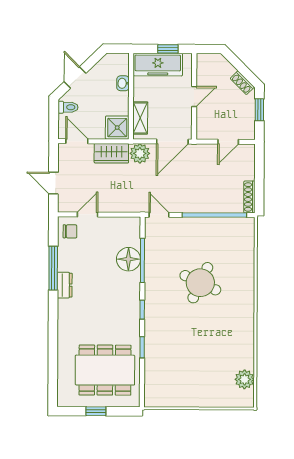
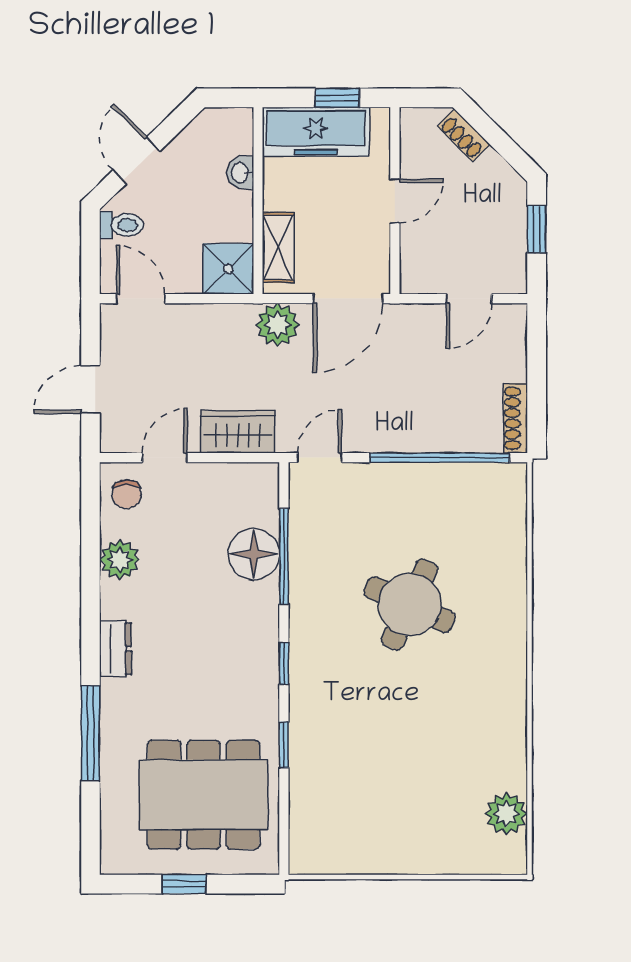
shoe rack: (242, 83) -> (464, 135), moved
wardrobe: (111, 153) -> (238, 432), moved, turned 180
door: (53, 183) -> (90, 390), hinge flipped
door: (159, 215) -> (320, 458), hinge flipped
chair: (70, 231) -> (127, 494), turned 90
plant: (67, 262) -> (120, 560), added
window: (53, 268) -> (90, 733), moved
dresser: (65, 285) -> (116, 649), moved

